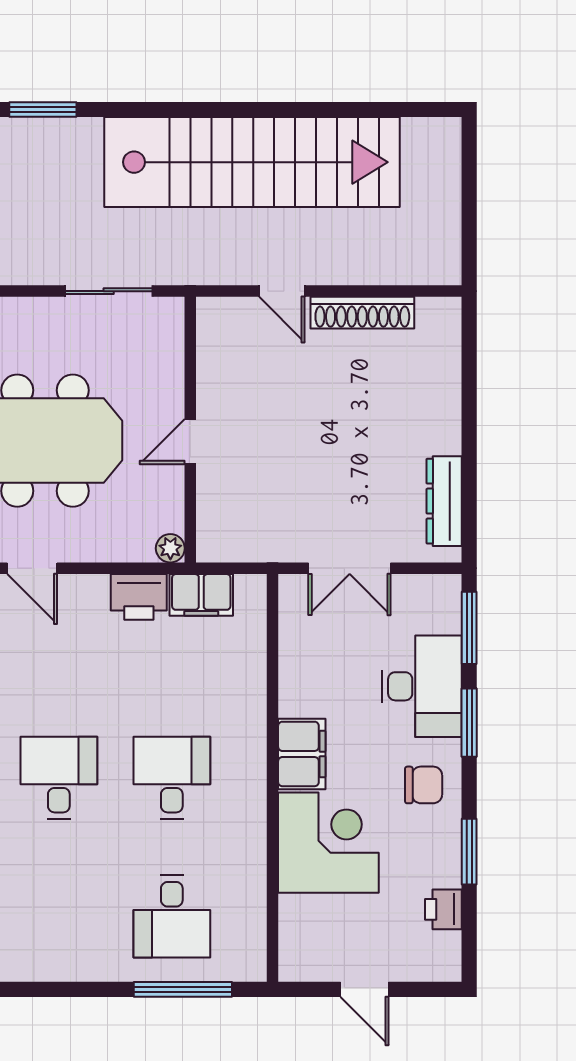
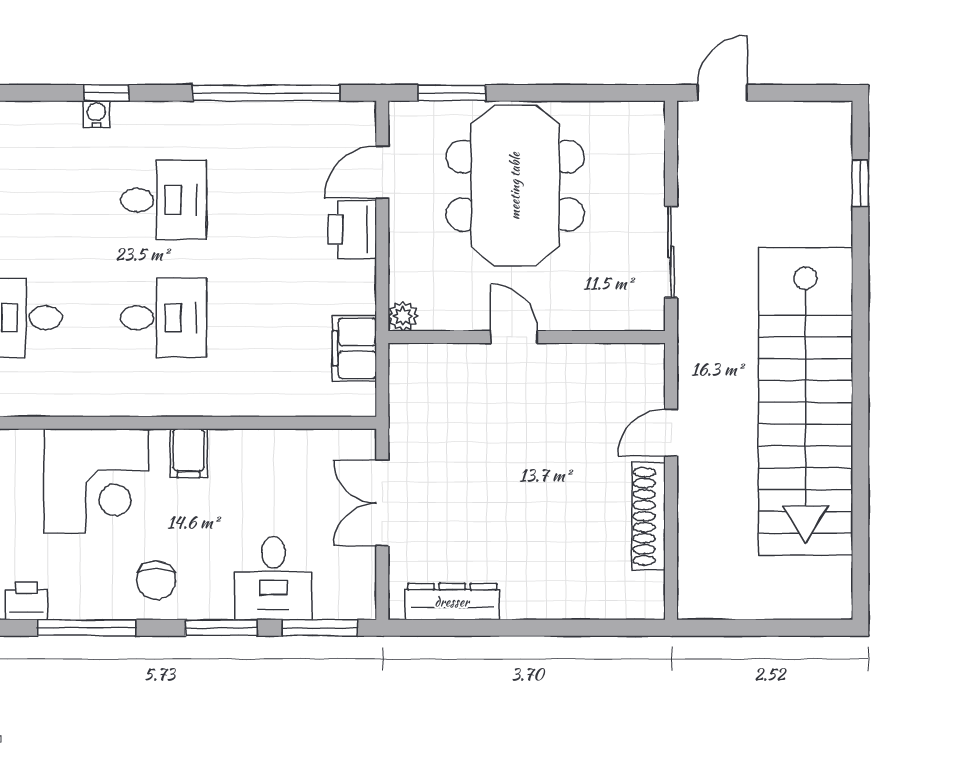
window: (43, 110) -> (860, 183), width x0.67
printer: (139, 597) -> (352, 229), moved
desk: (422, 686) -> (273, 578), width x0.73
filing cabinet: (302, 754) -> (189, 453), width x0.50
window: (469, 852) -> (87, 628), width x1.44

